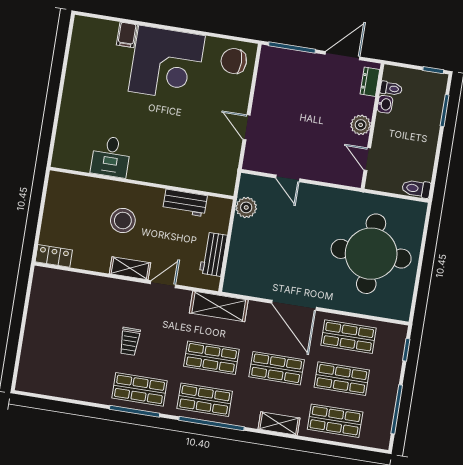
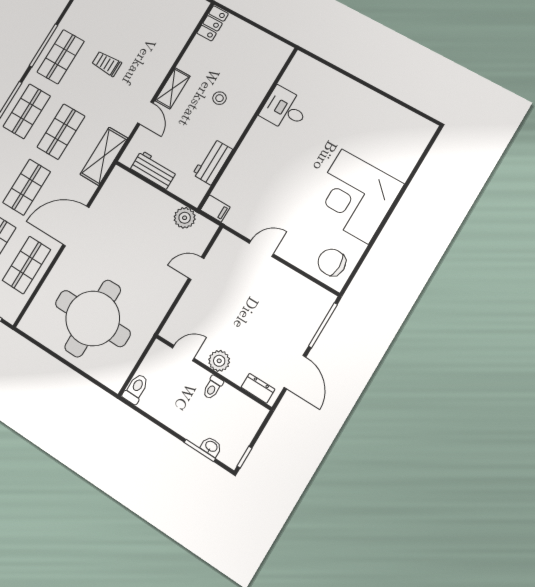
filing cabinet: (127, 35) -> (215, 209), moved, turned 180
chair: (234, 61) -> (332, 262), turned -90
toilet: (391, 88) -> (213, 387), moved
washbasin: (385, 104) -> (211, 447), moved, turned 180
stool: (123, 220) -> (219, 98), width x0.53, depth x0.53

